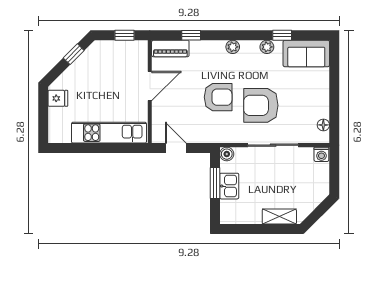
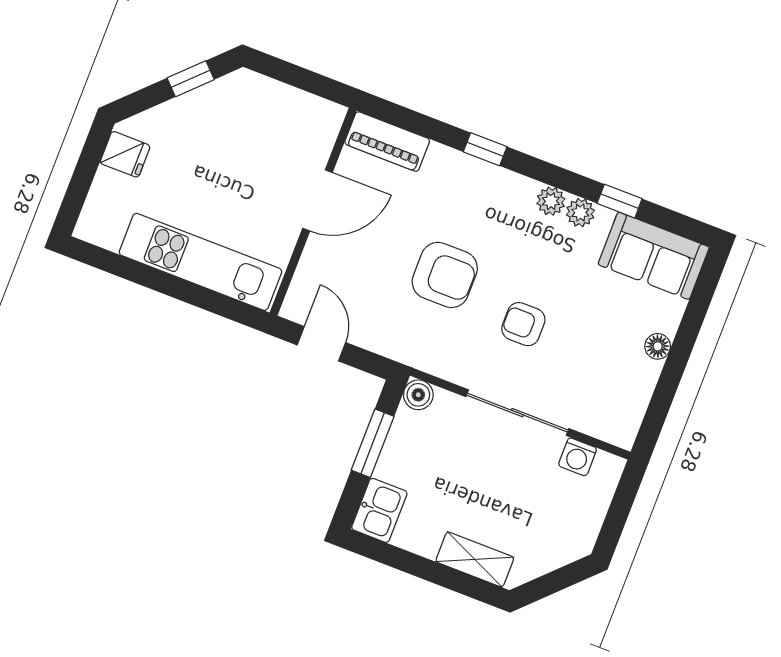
window: (125, 35) -> (306, 80), removed
window: (191, 35) -> (485, 149), moved
plant: (233, 47) -> (551, 201), moved
armchair: (261, 105) -> (523, 324), width x0.53, depth x0.53
floor lamp: (323, 125) -> (658, 346), moved
washing machine: (321, 154) -> (578, 457), moved
kitchen sink: (229, 186) -> (379, 510), moved

